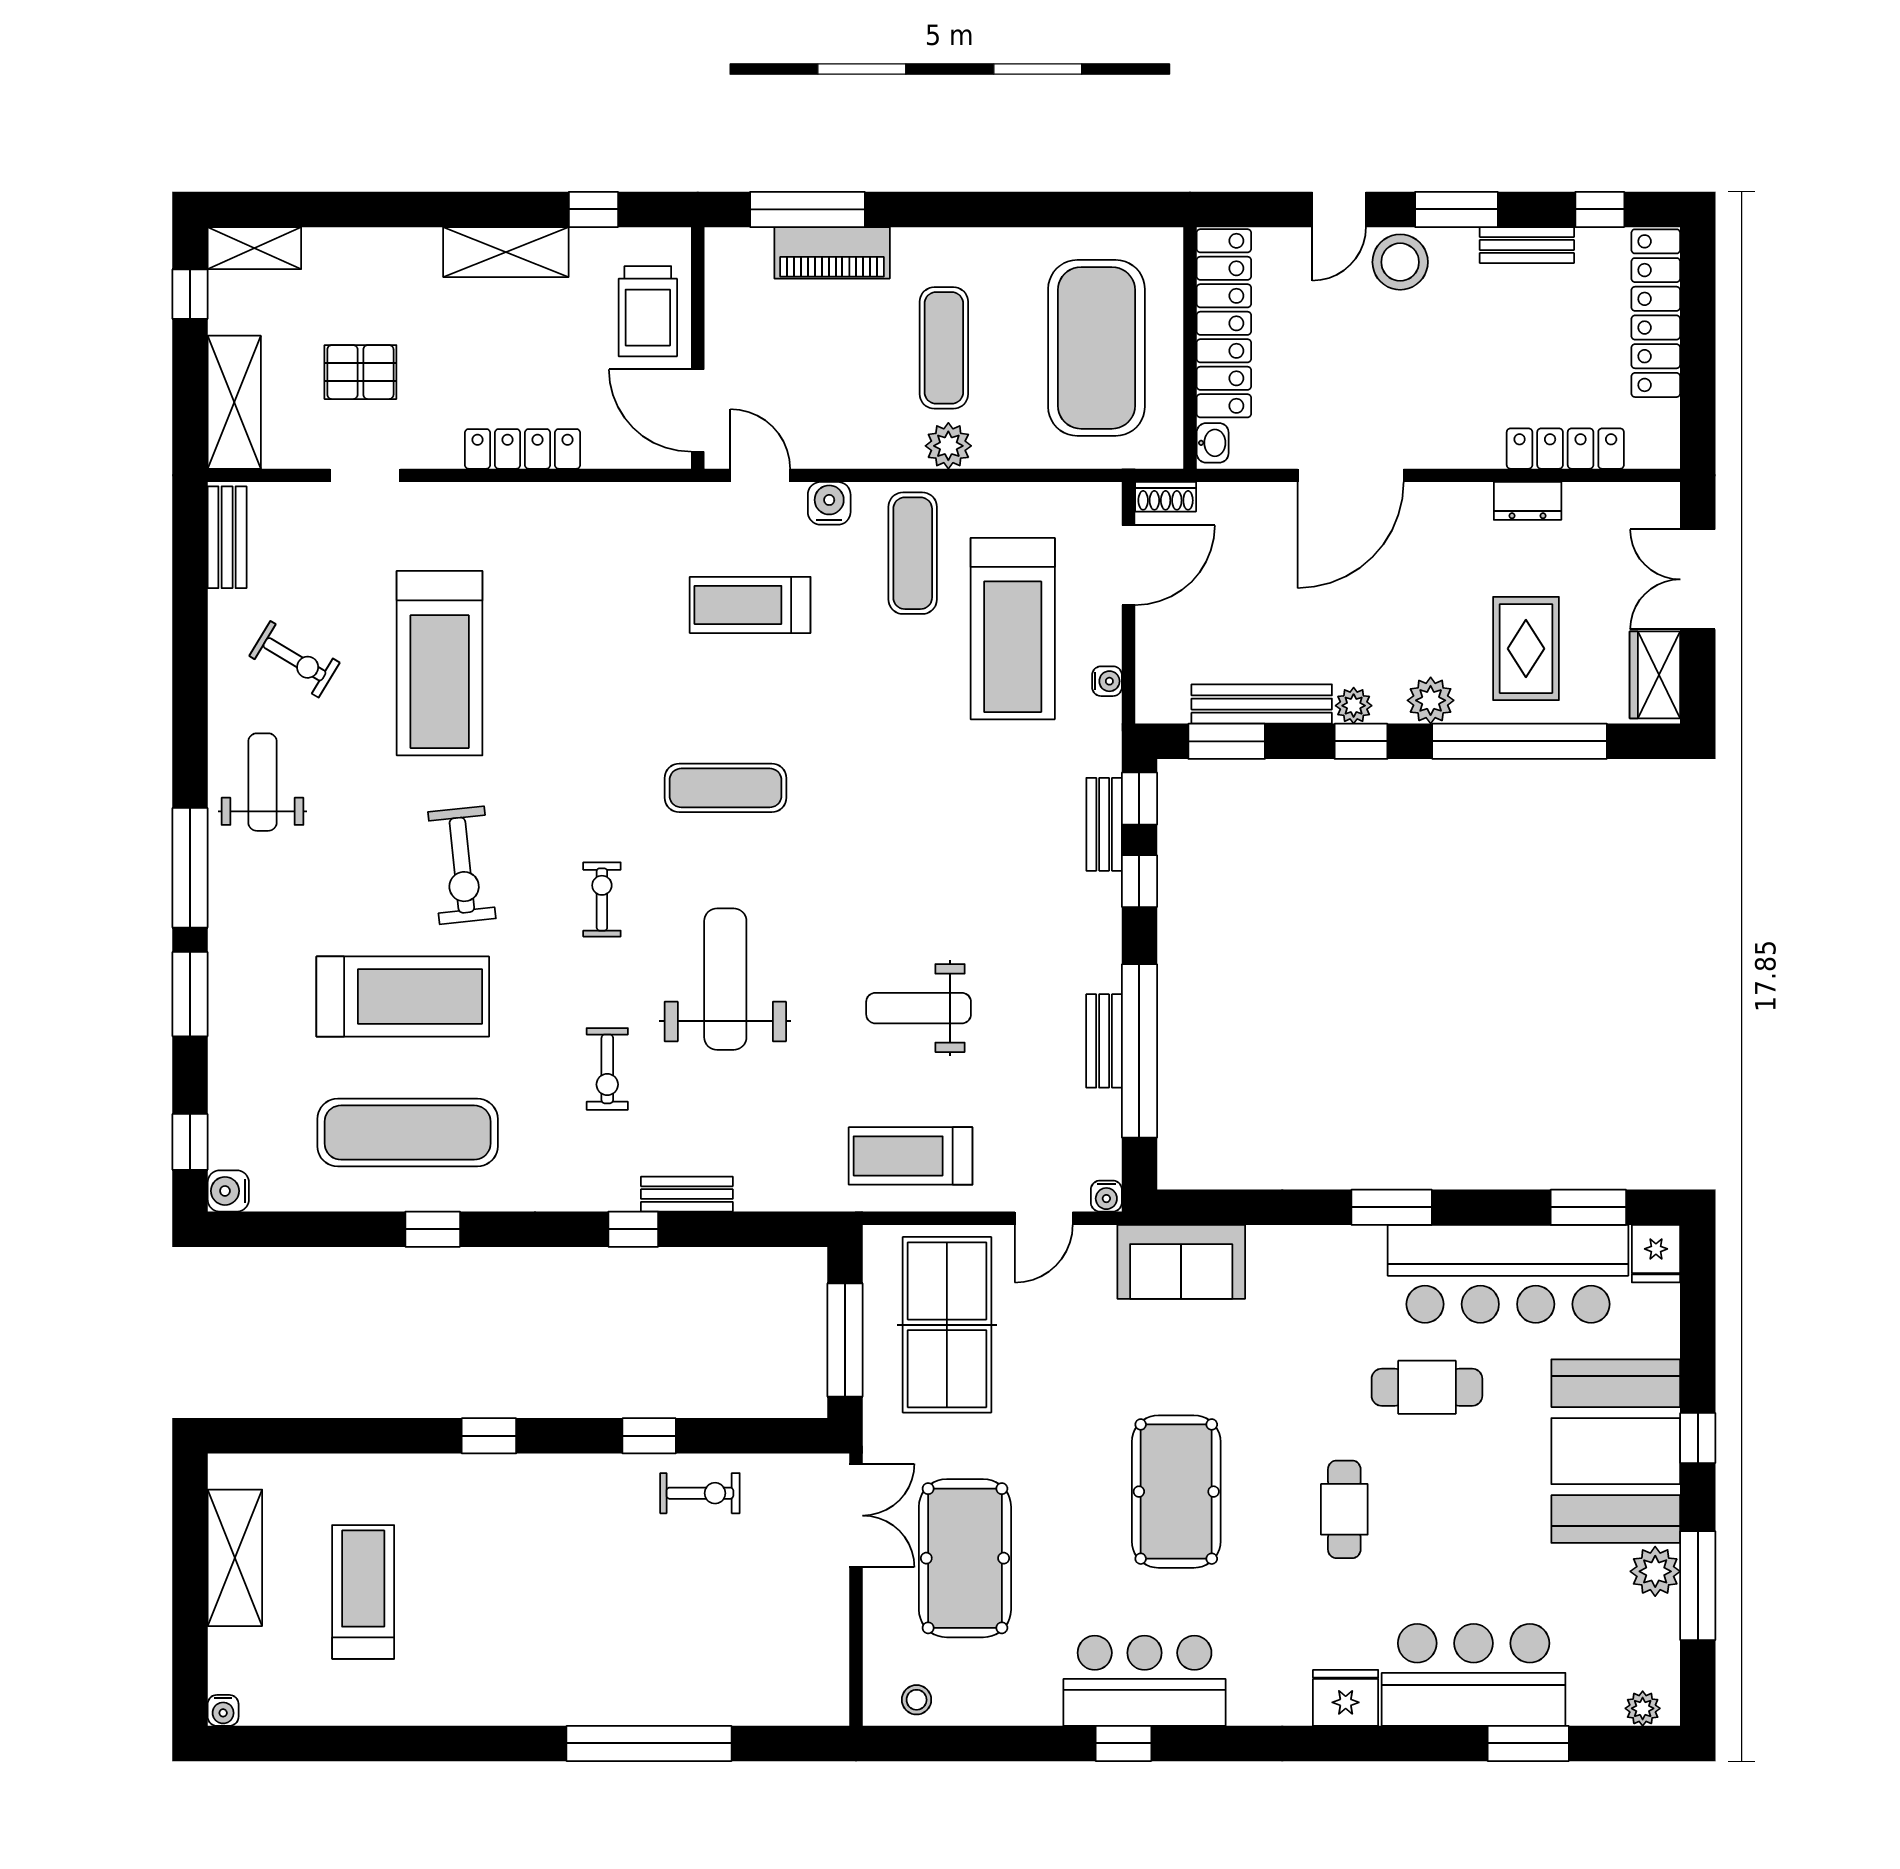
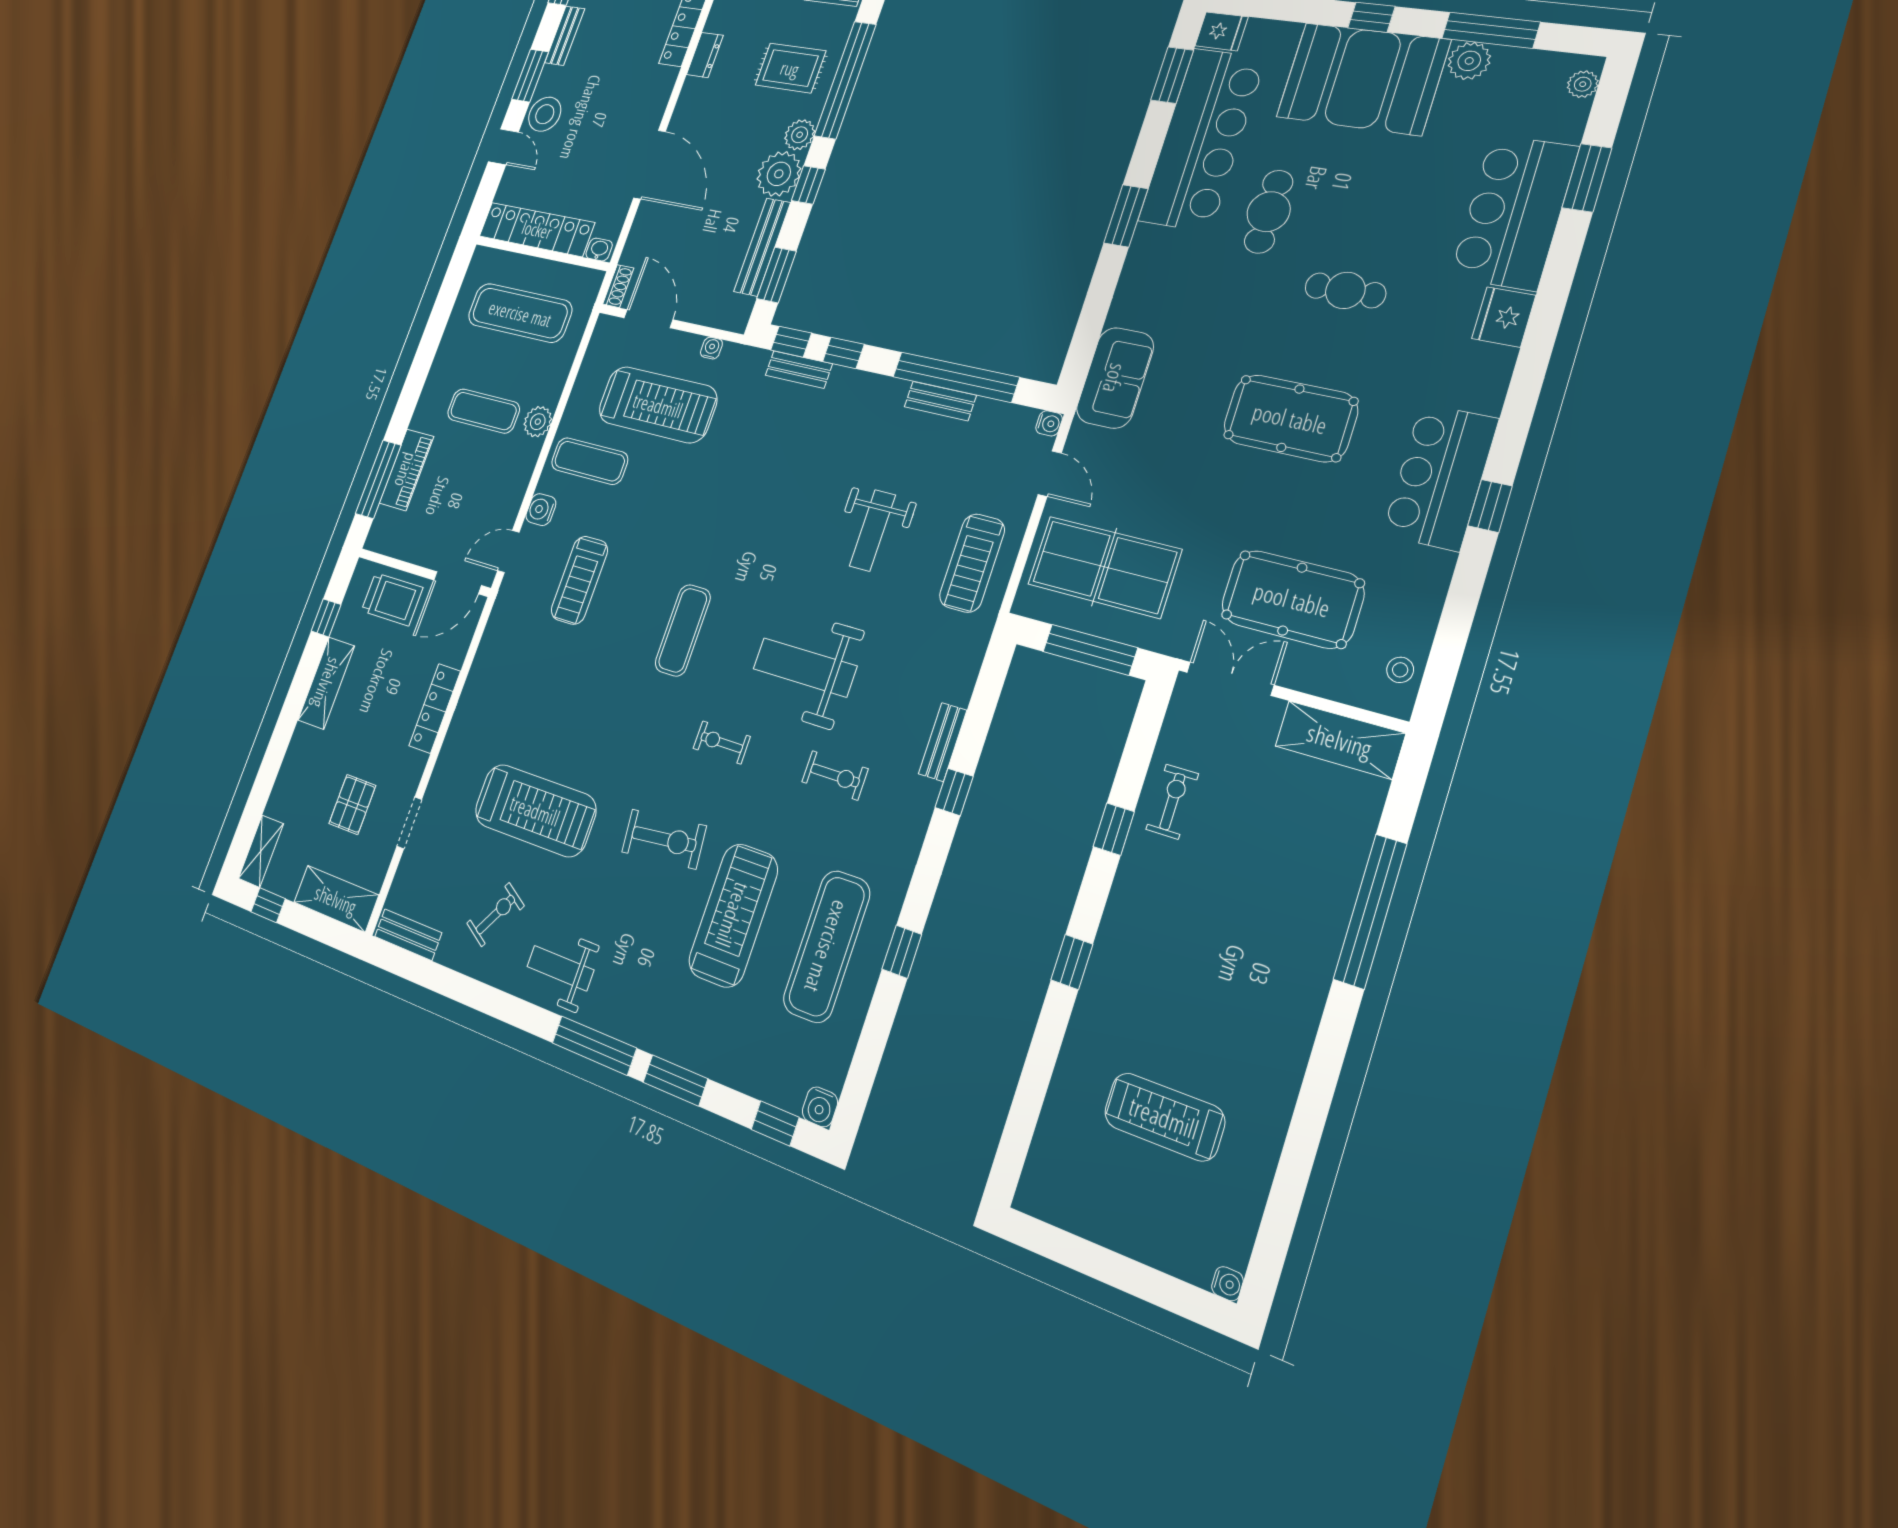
exercise mat: (1096, 348) -> (520, 313), width x0.68
plant: (1354, 706) -> (779, 174), width x1.87, depth x1.87
shelving: (235, 1558) -> (1340, 740), moved

